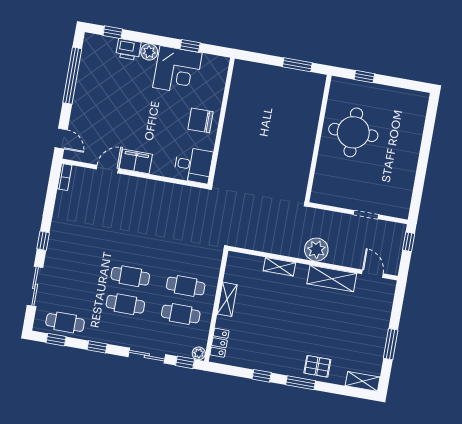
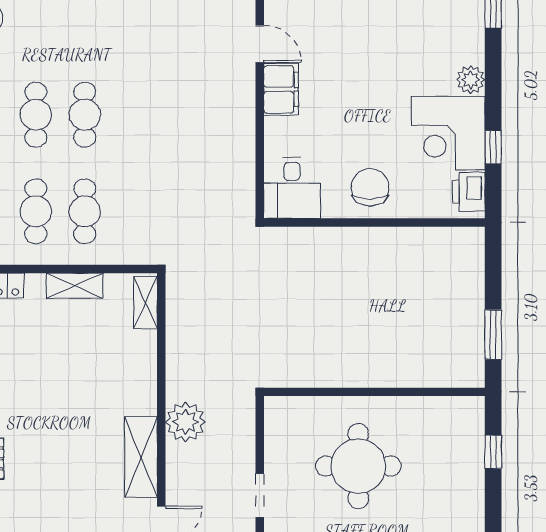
printer: (128, 49) -> (469, 192), moved
round table: (353, 132) -> (358, 466), moved
shelving: (279, 267) -> (145, 303), moved

